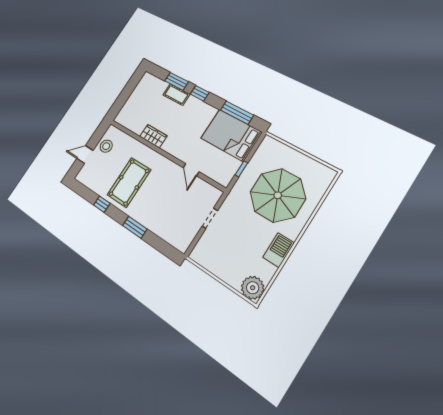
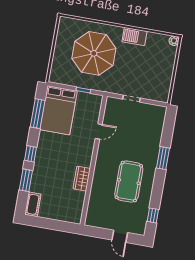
cot: (176, 95) -> (33, 204), moved
stool: (106, 146) -> (105, 219), removed
pool table: (129, 182) -> (129, 182), turned 90
window: (102, 204) -> (153, 215), moved
plant: (253, 288) -> (174, 41), width x0.53, depth x0.53

